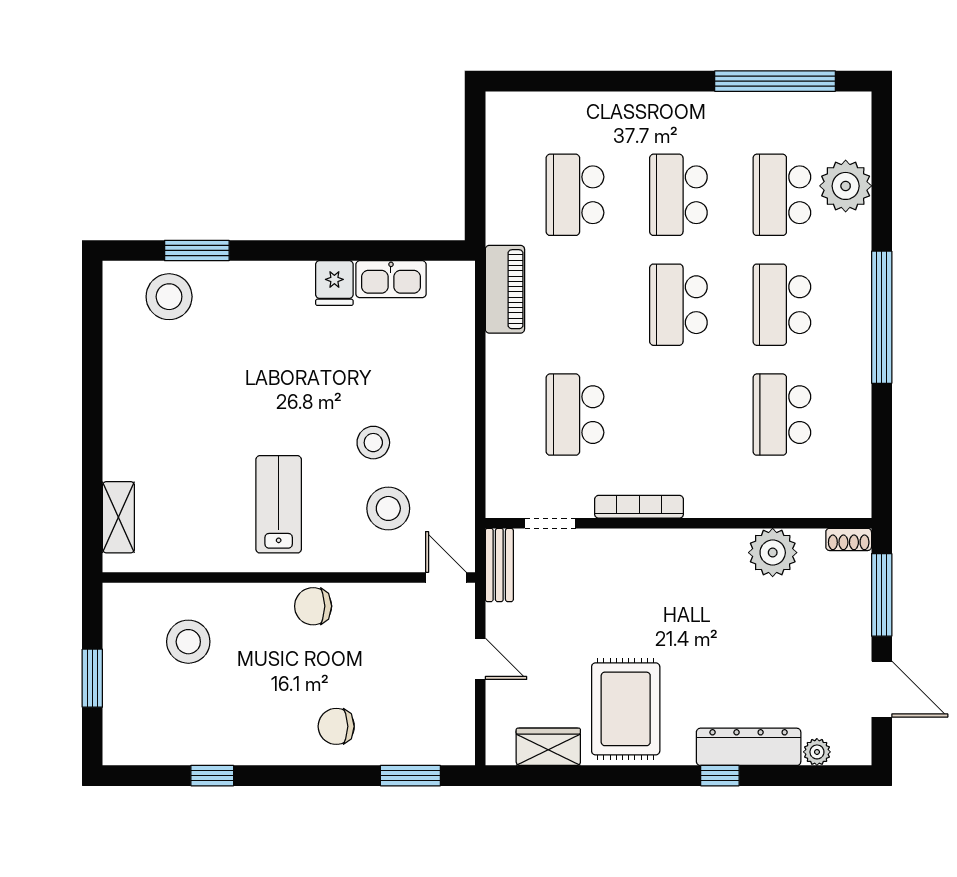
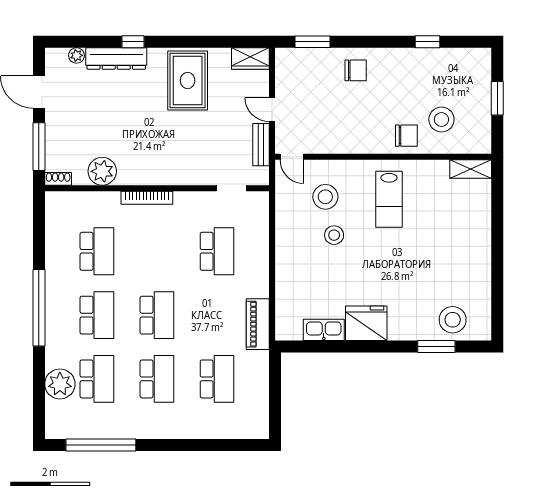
fridge: (334, 283) -> (366, 323), width x1.88, depth x1.34
bookcase: (639, 507) -> (147, 198), moved
shelving: (118, 517) -> (471, 169), moved, turned 90
bench: (499, 565) -> (261, 145), moved
chair: (313, 606) -> (406, 136), moved
wardrobe: (548, 747) -> (250, 58), moved

